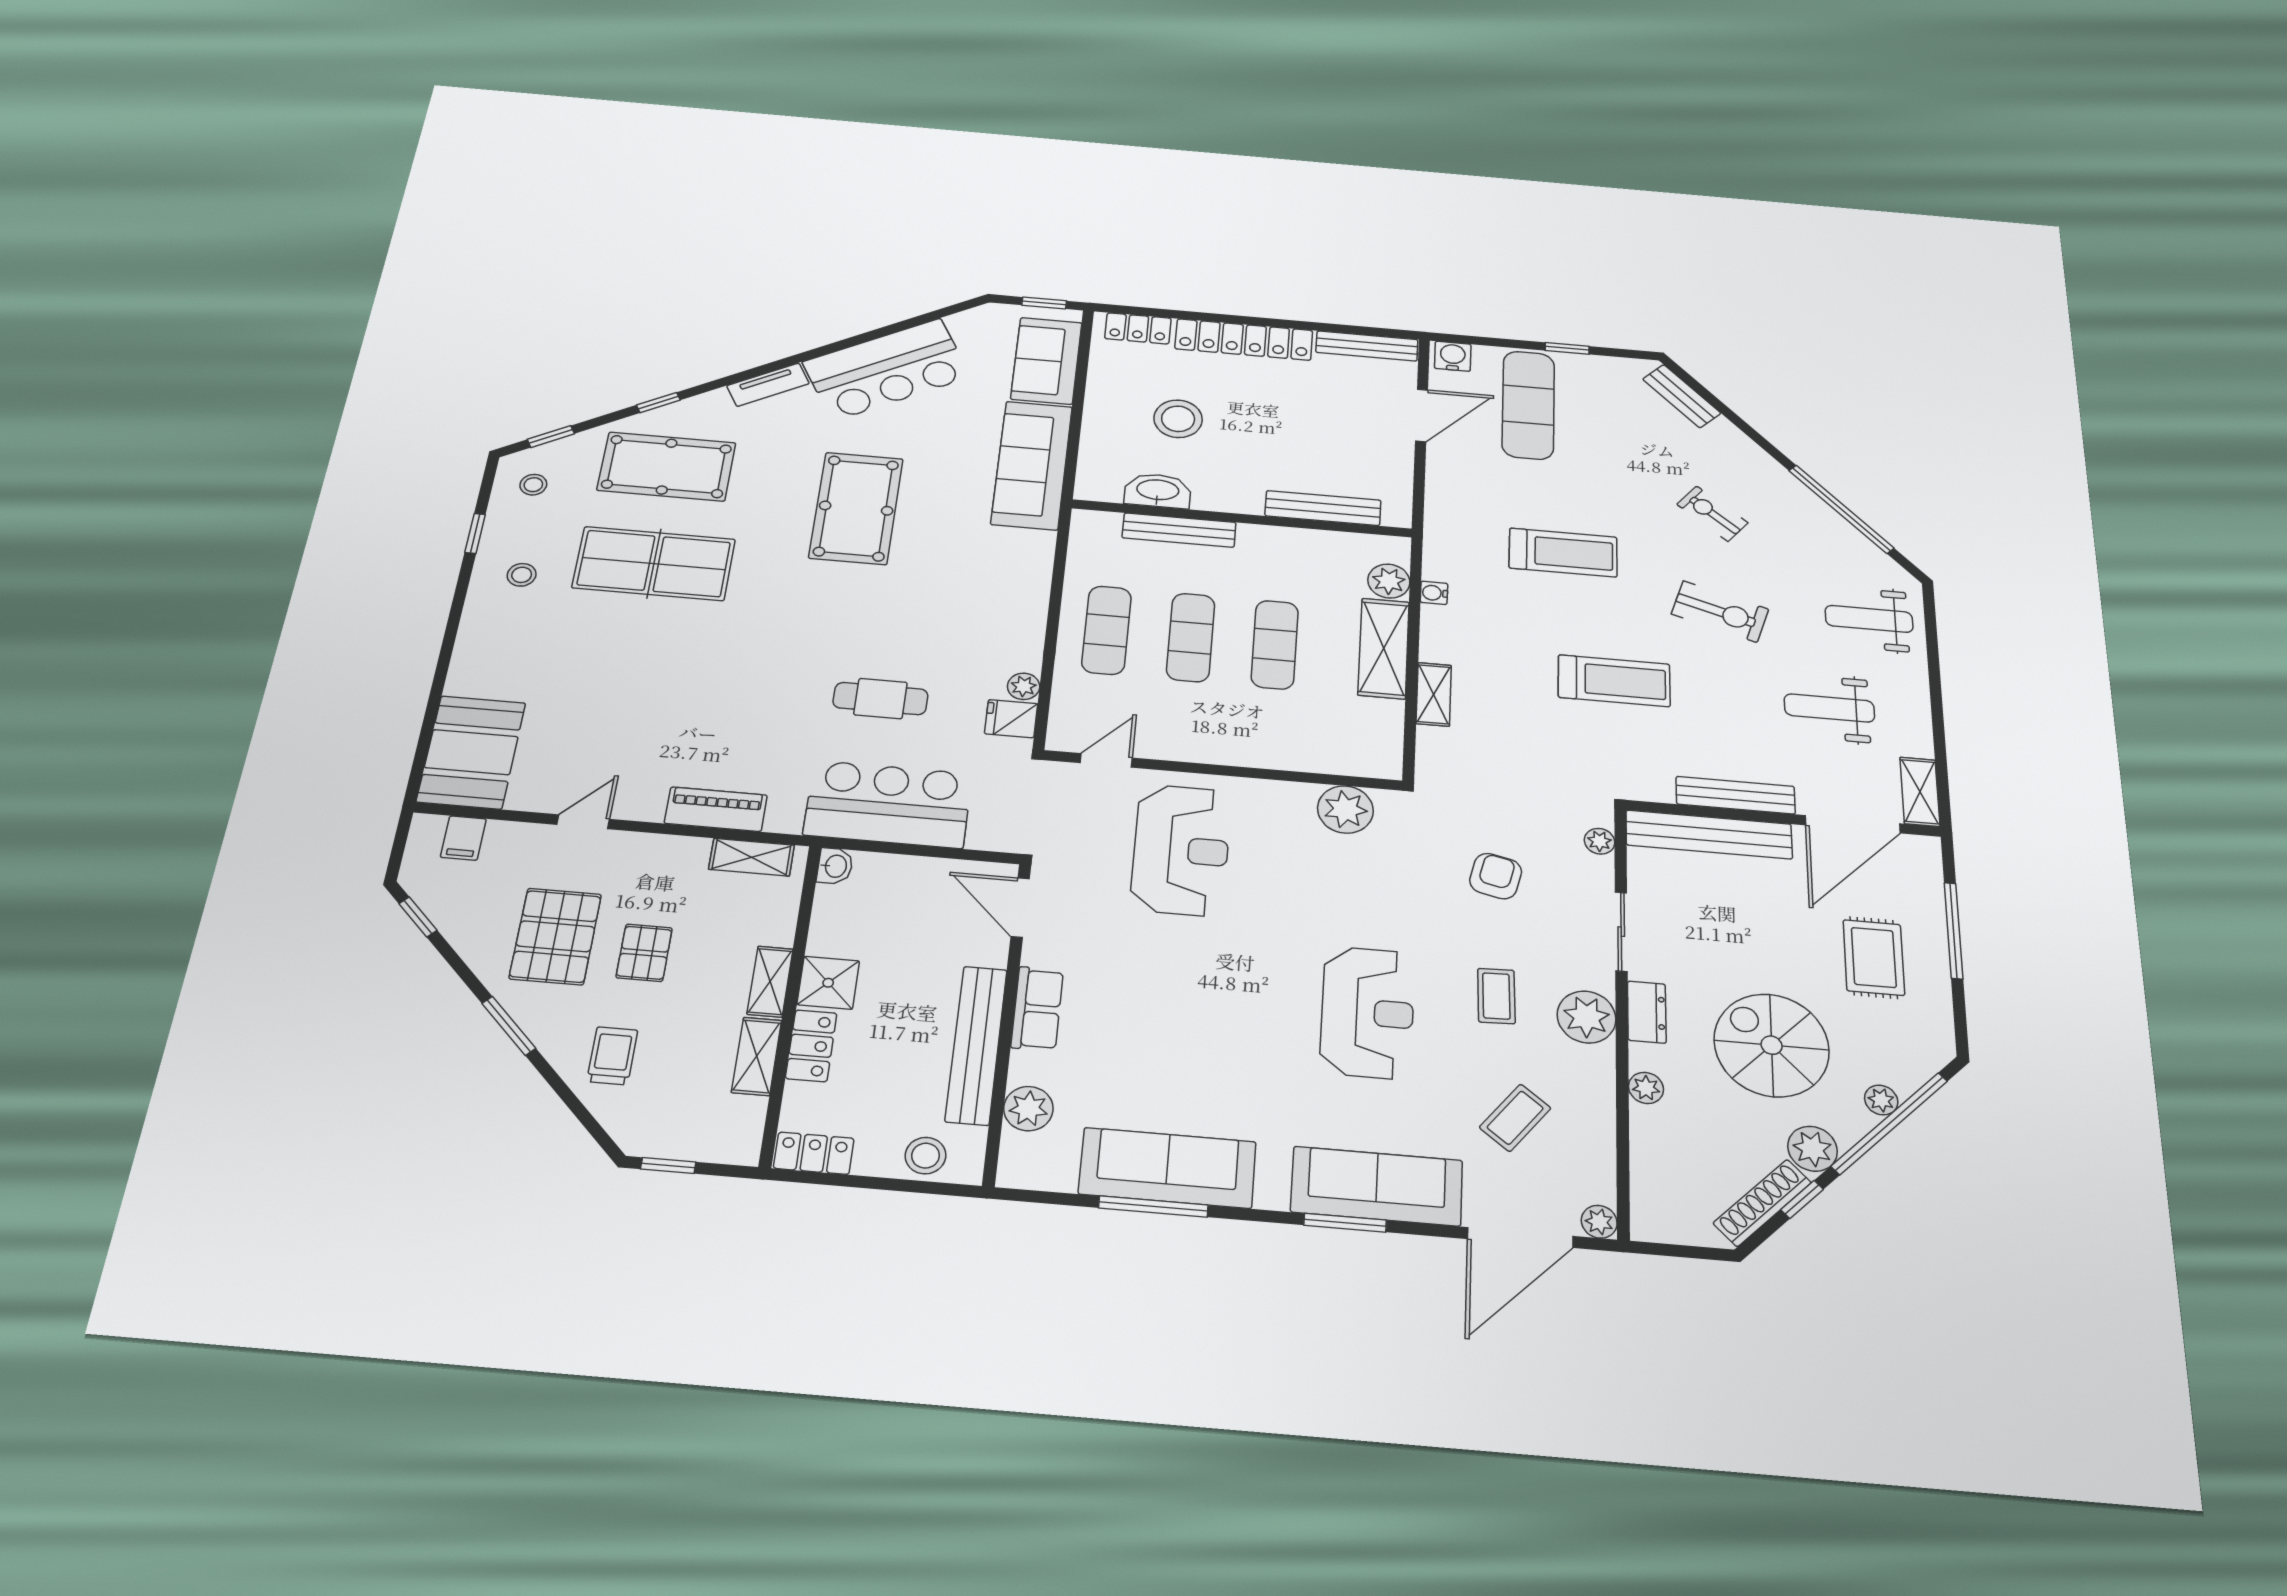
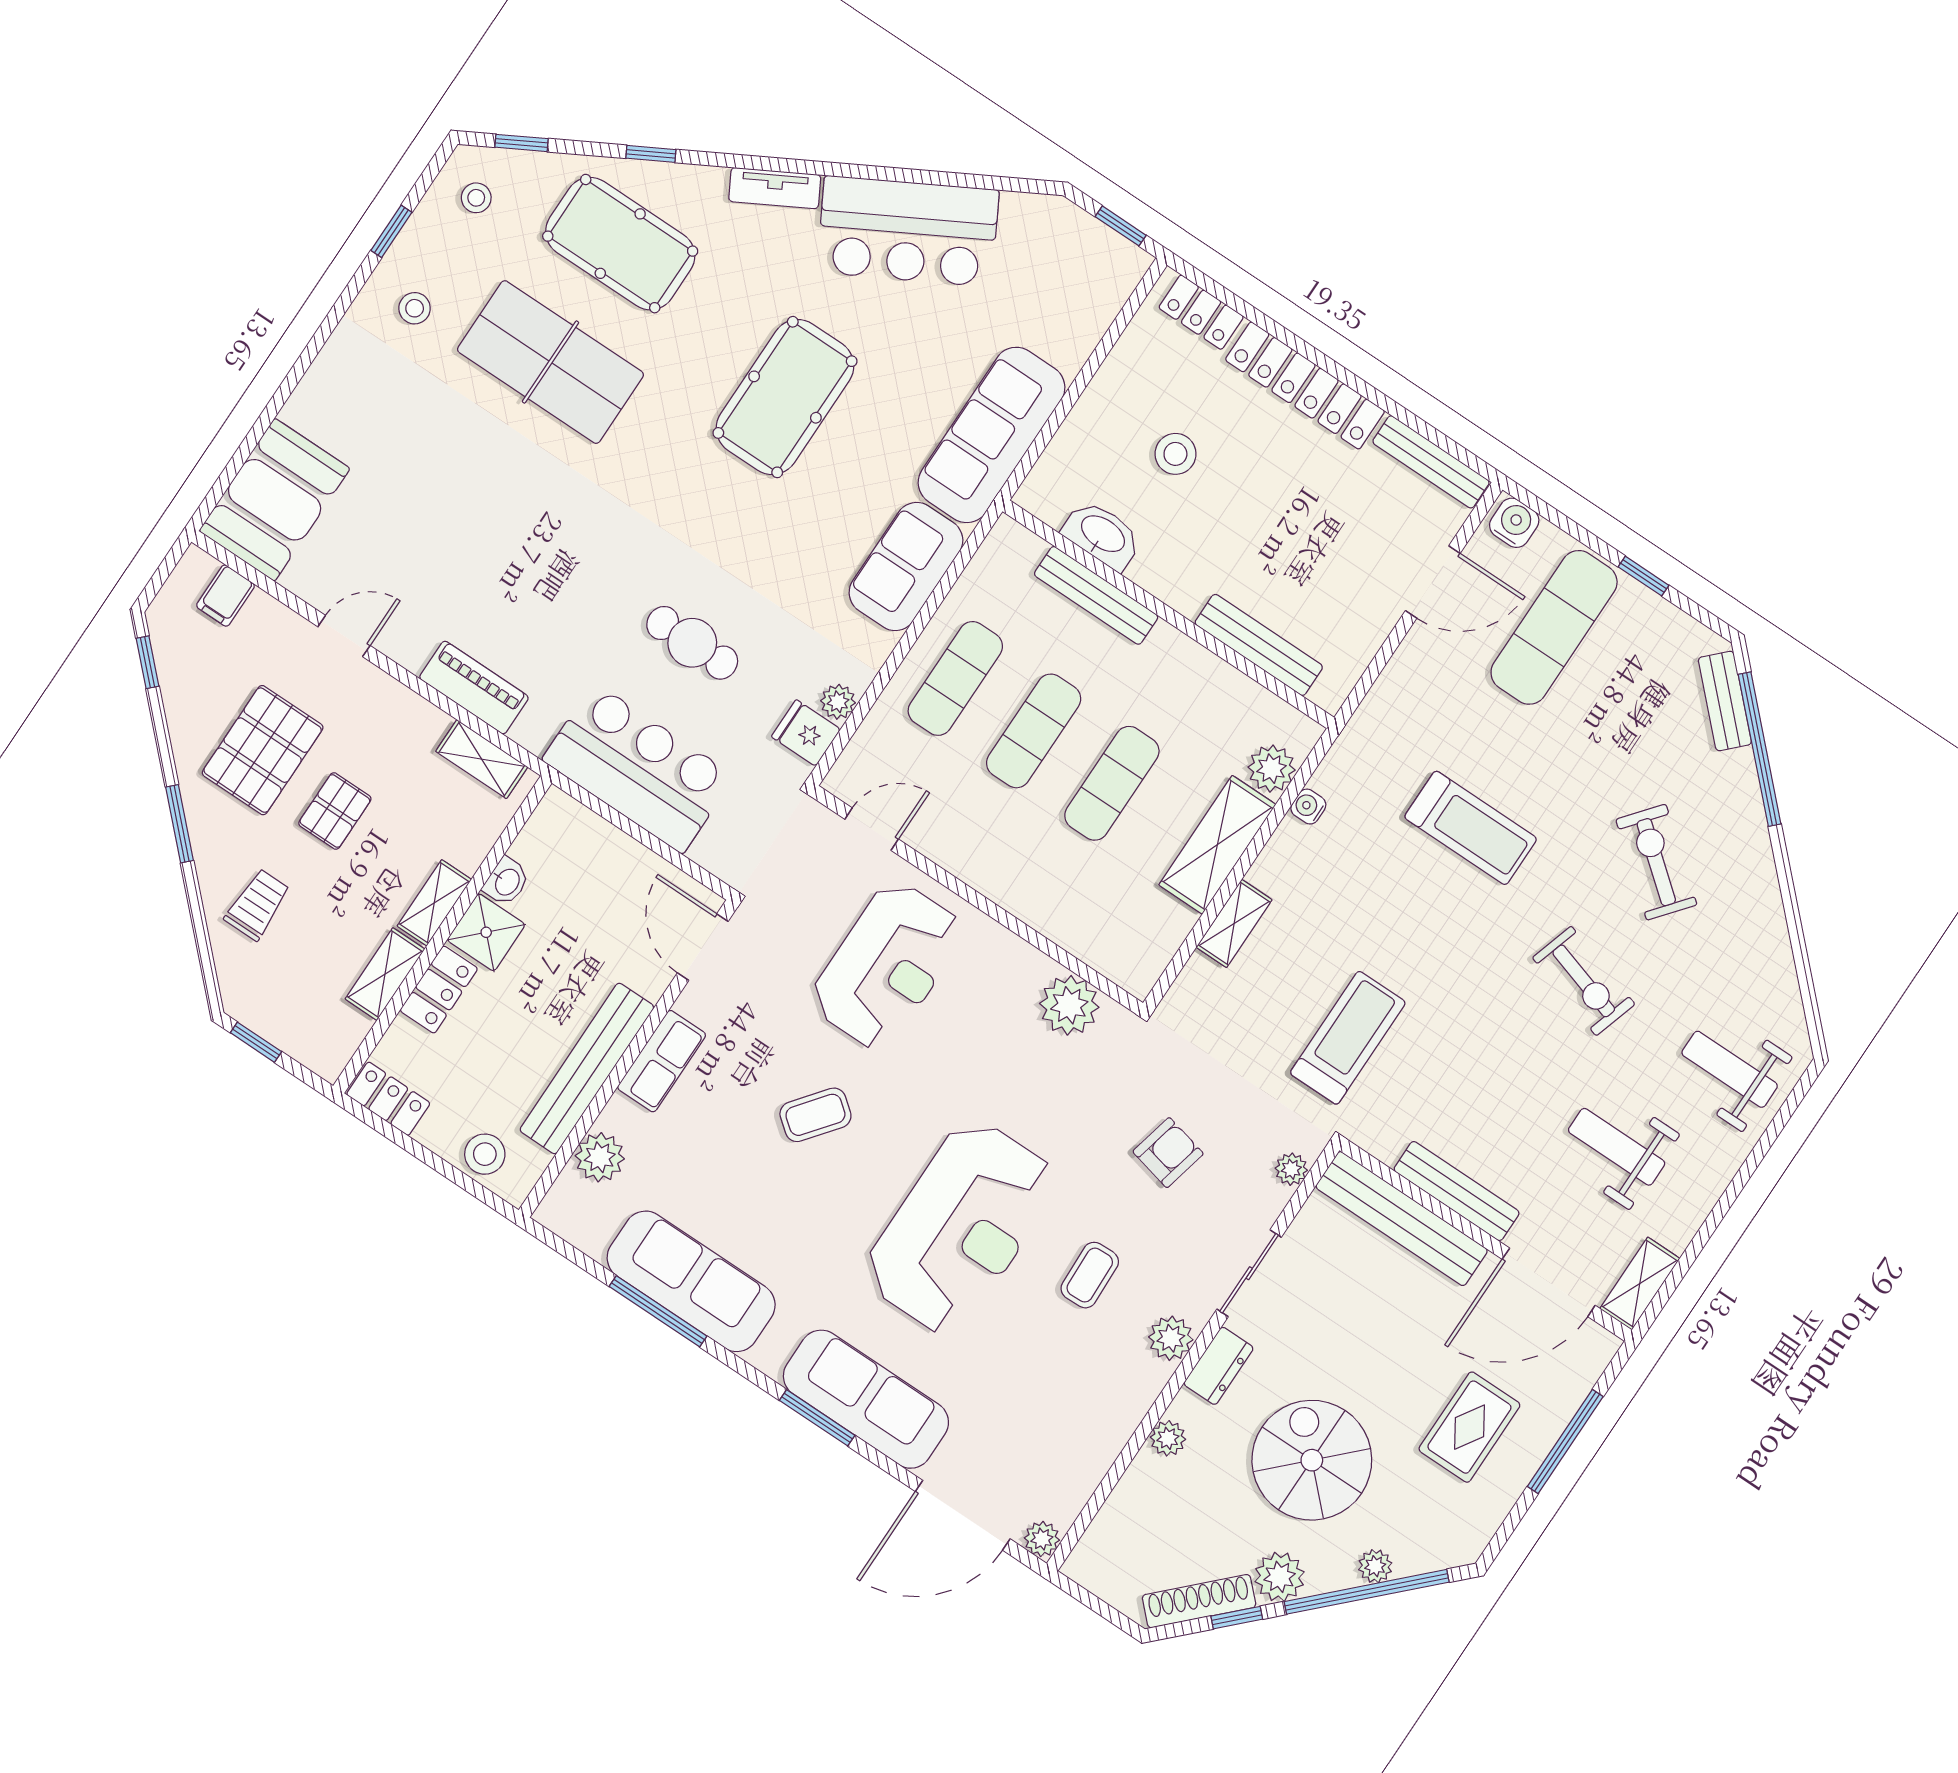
sofa: (1046, 361) -> (906, 567), moved
stool: (1178, 419) -> (1175, 454), width x0.73, depth x0.73
window: (1841, 509) -> (1760, 749), moved
exercise bike: (1712, 514) -> (1656, 862), width x1.38, depth x1.39
treadmill: (1614, 681) -> (1348, 1038), moved, turned -90
washbasin: (835, 866) -> (507, 882), moved
reception desk: (1367, 1012) -> (961, 1227), width x1.36, depth x1.30
plant: (1587, 1017) -> (1171, 1338), width x0.73, depth x0.73
coffee table: (1515, 1118) -> (815, 1115), moved

